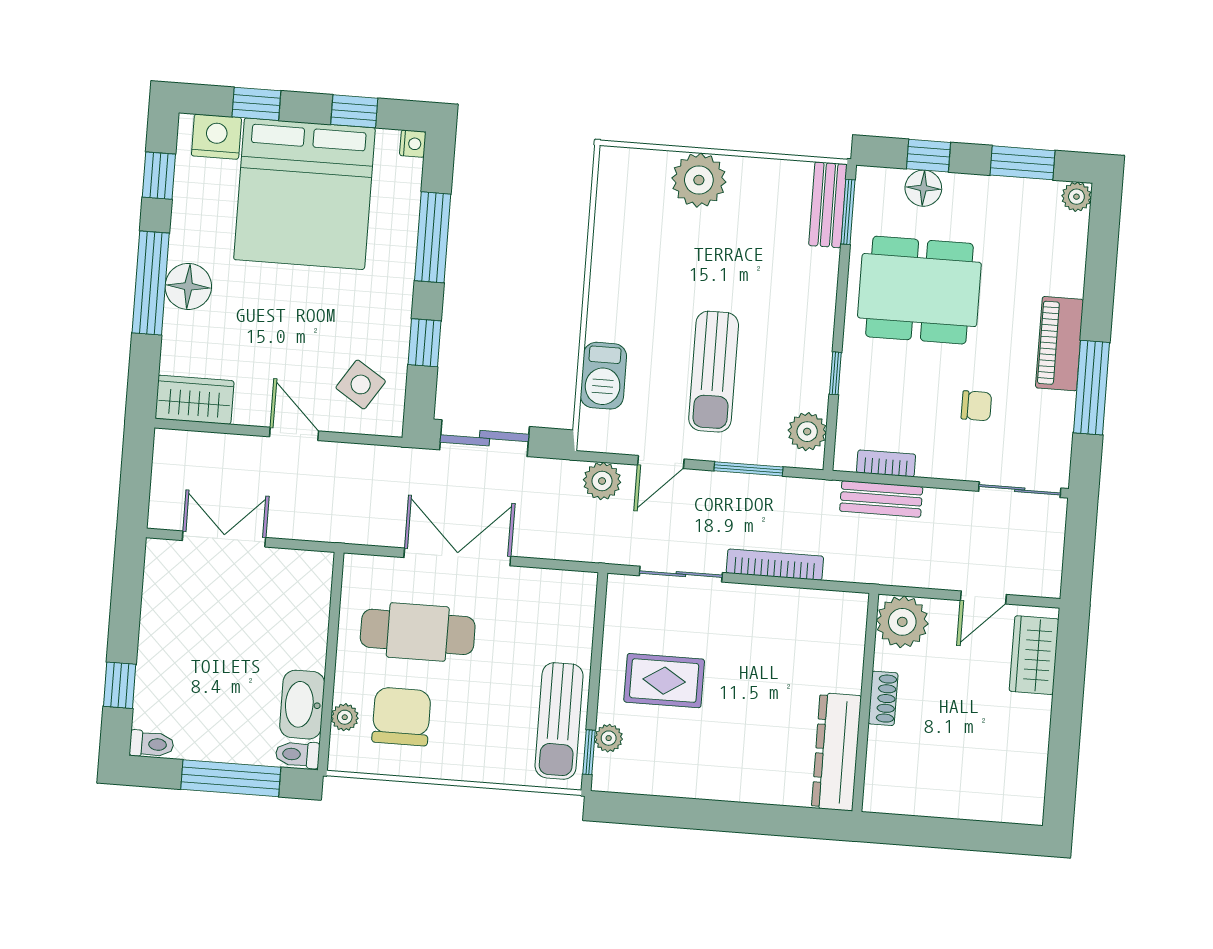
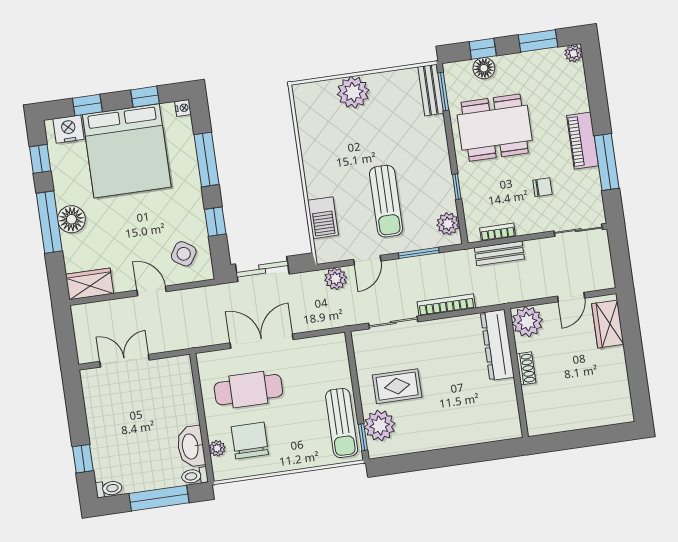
plant: (609, 738) -> (380, 425), width x1.87, depth x1.87
dresser: (836, 752) -> (497, 345), moved

